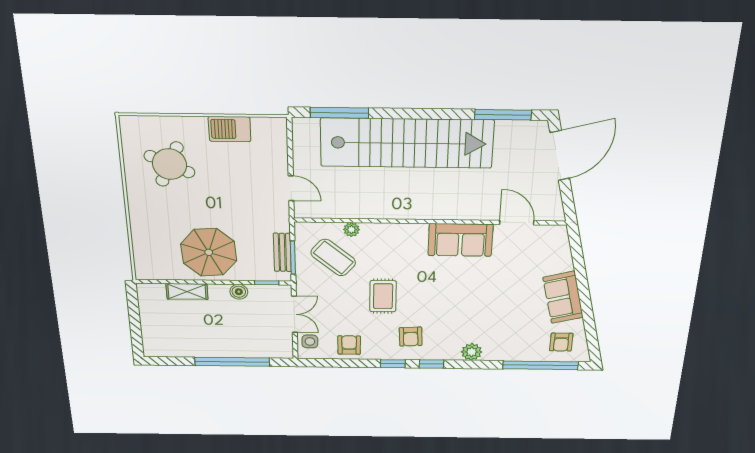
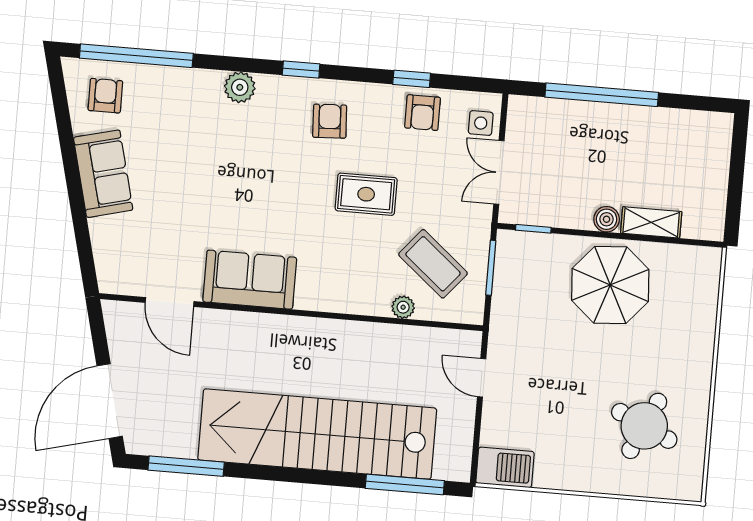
barbecue: (230, 129) -> (505, 467), moved
bench: (282, 252) -> (505, 277), removed
boiler: (239, 292) -> (607, 219), moved
rug: (383, 296) -> (366, 194), turned 90
window: (393, 364) -> (412, 79), moved

